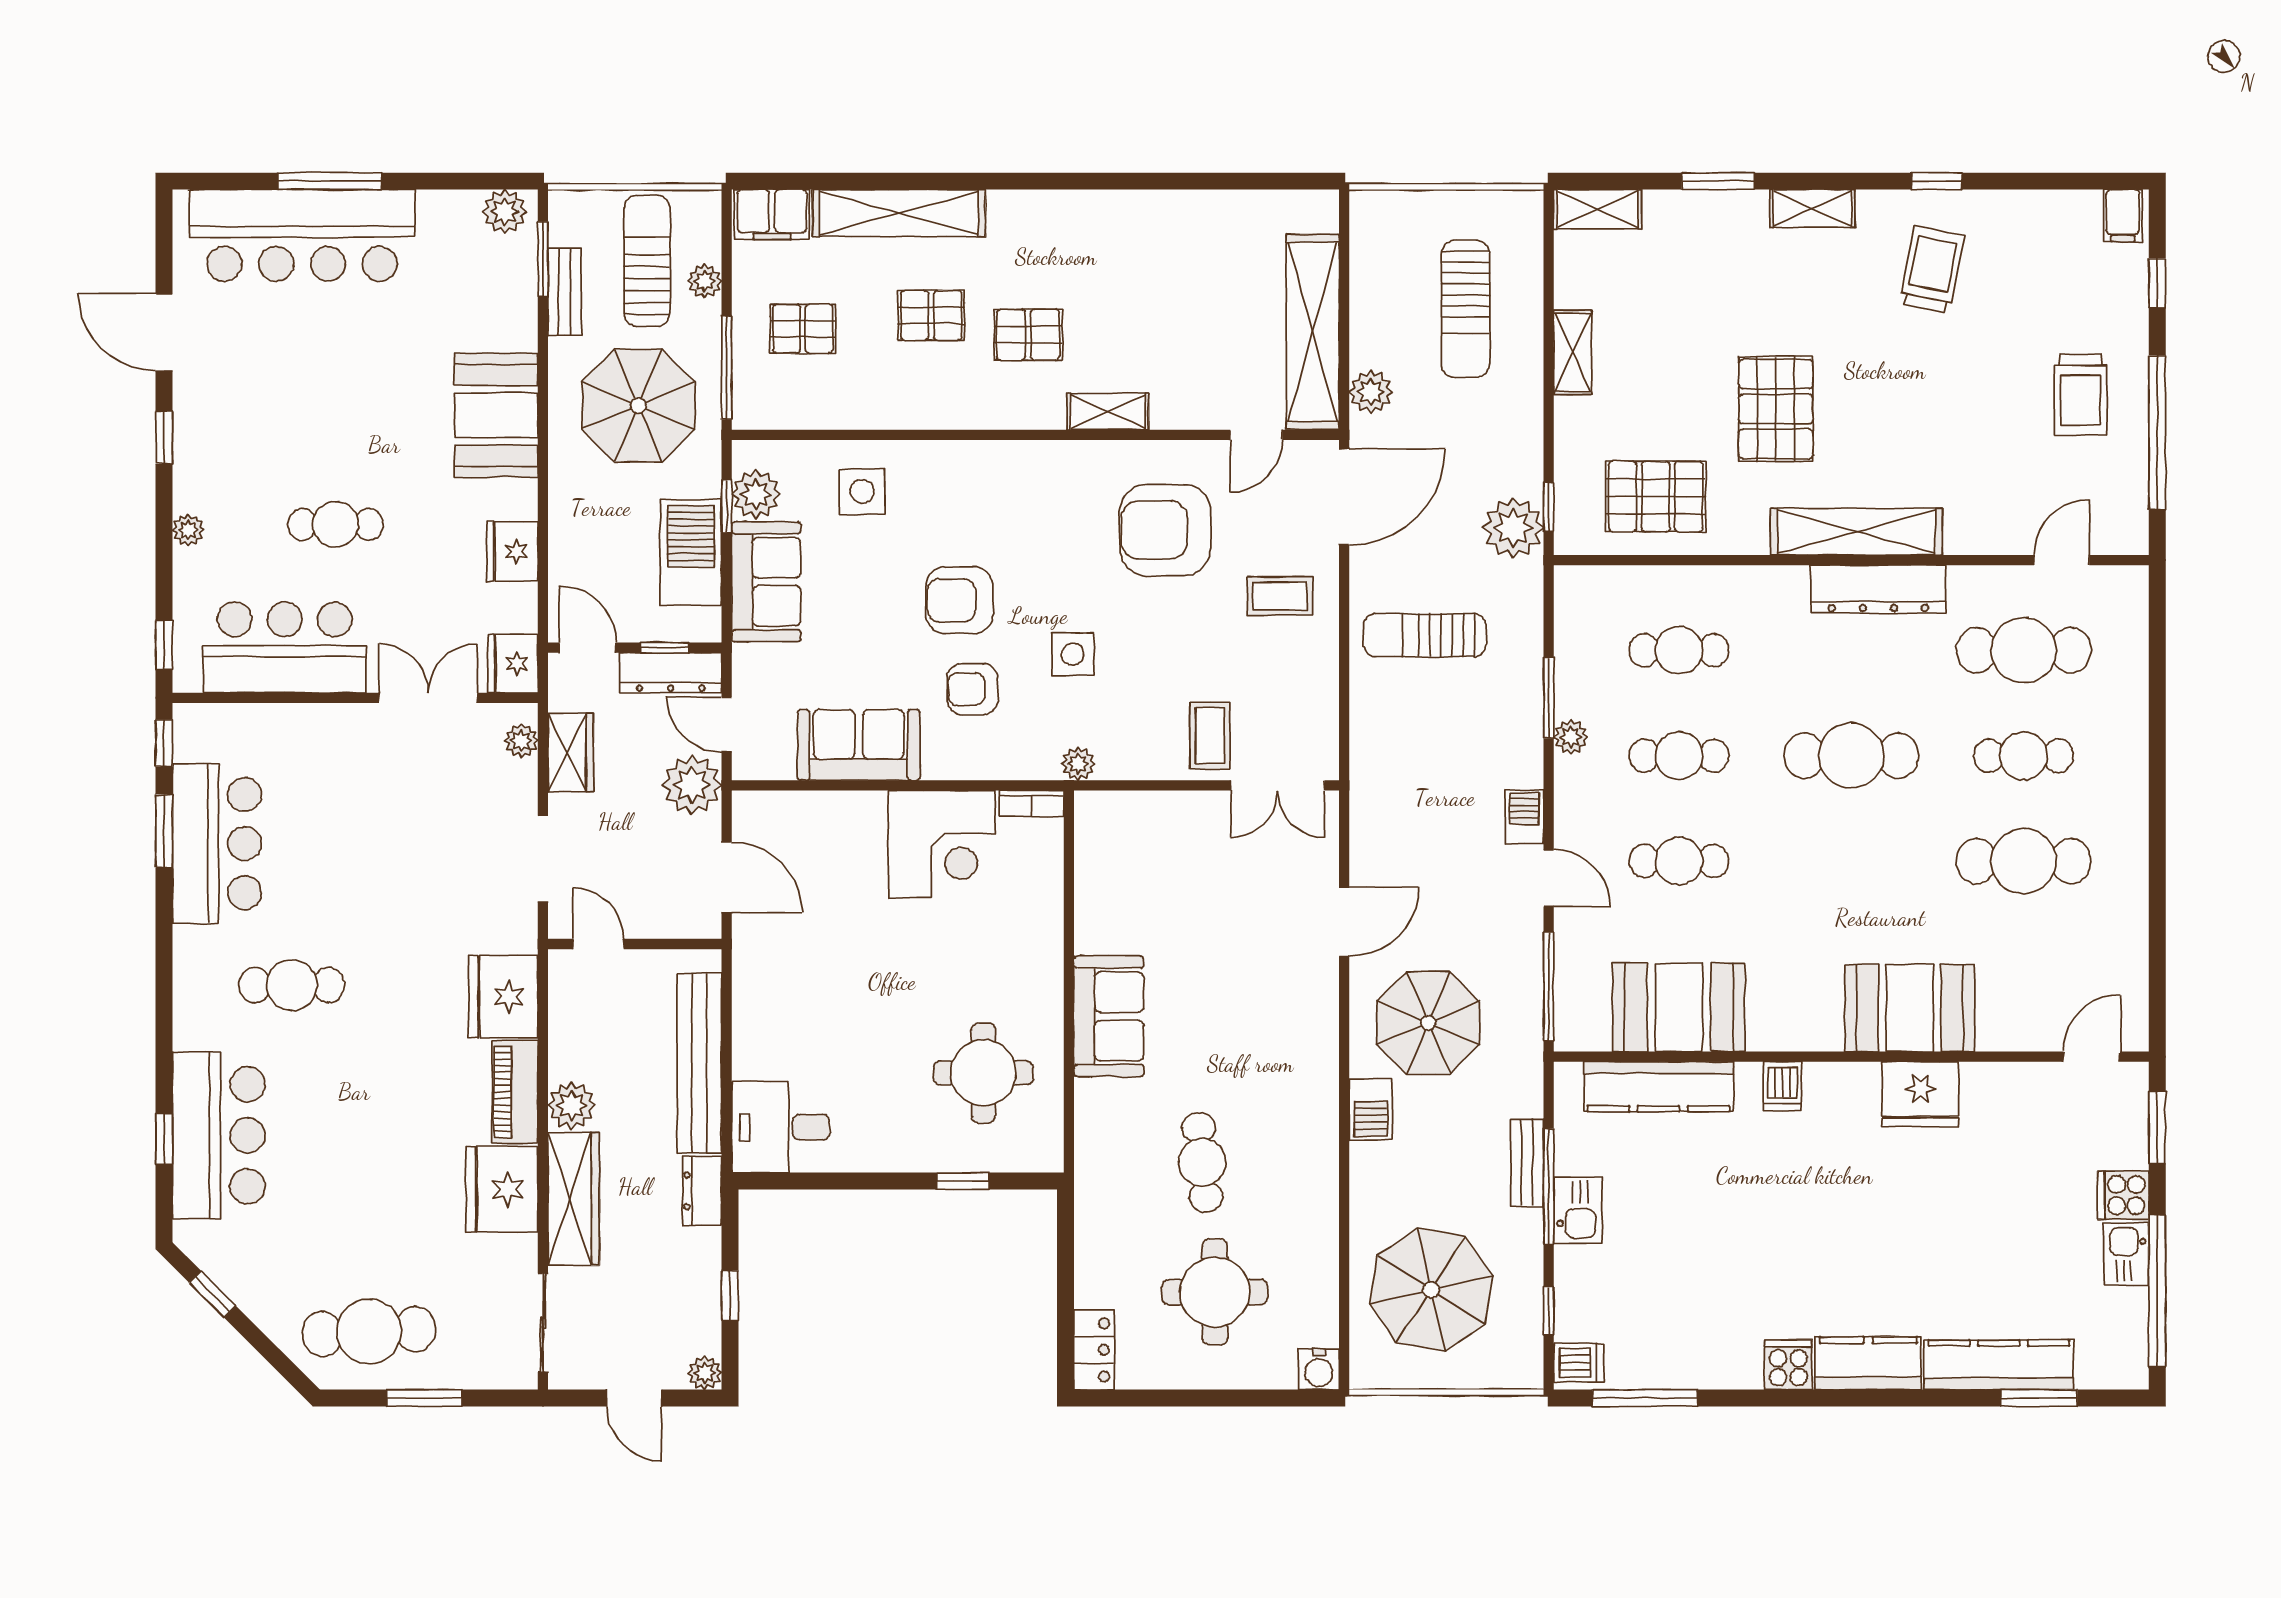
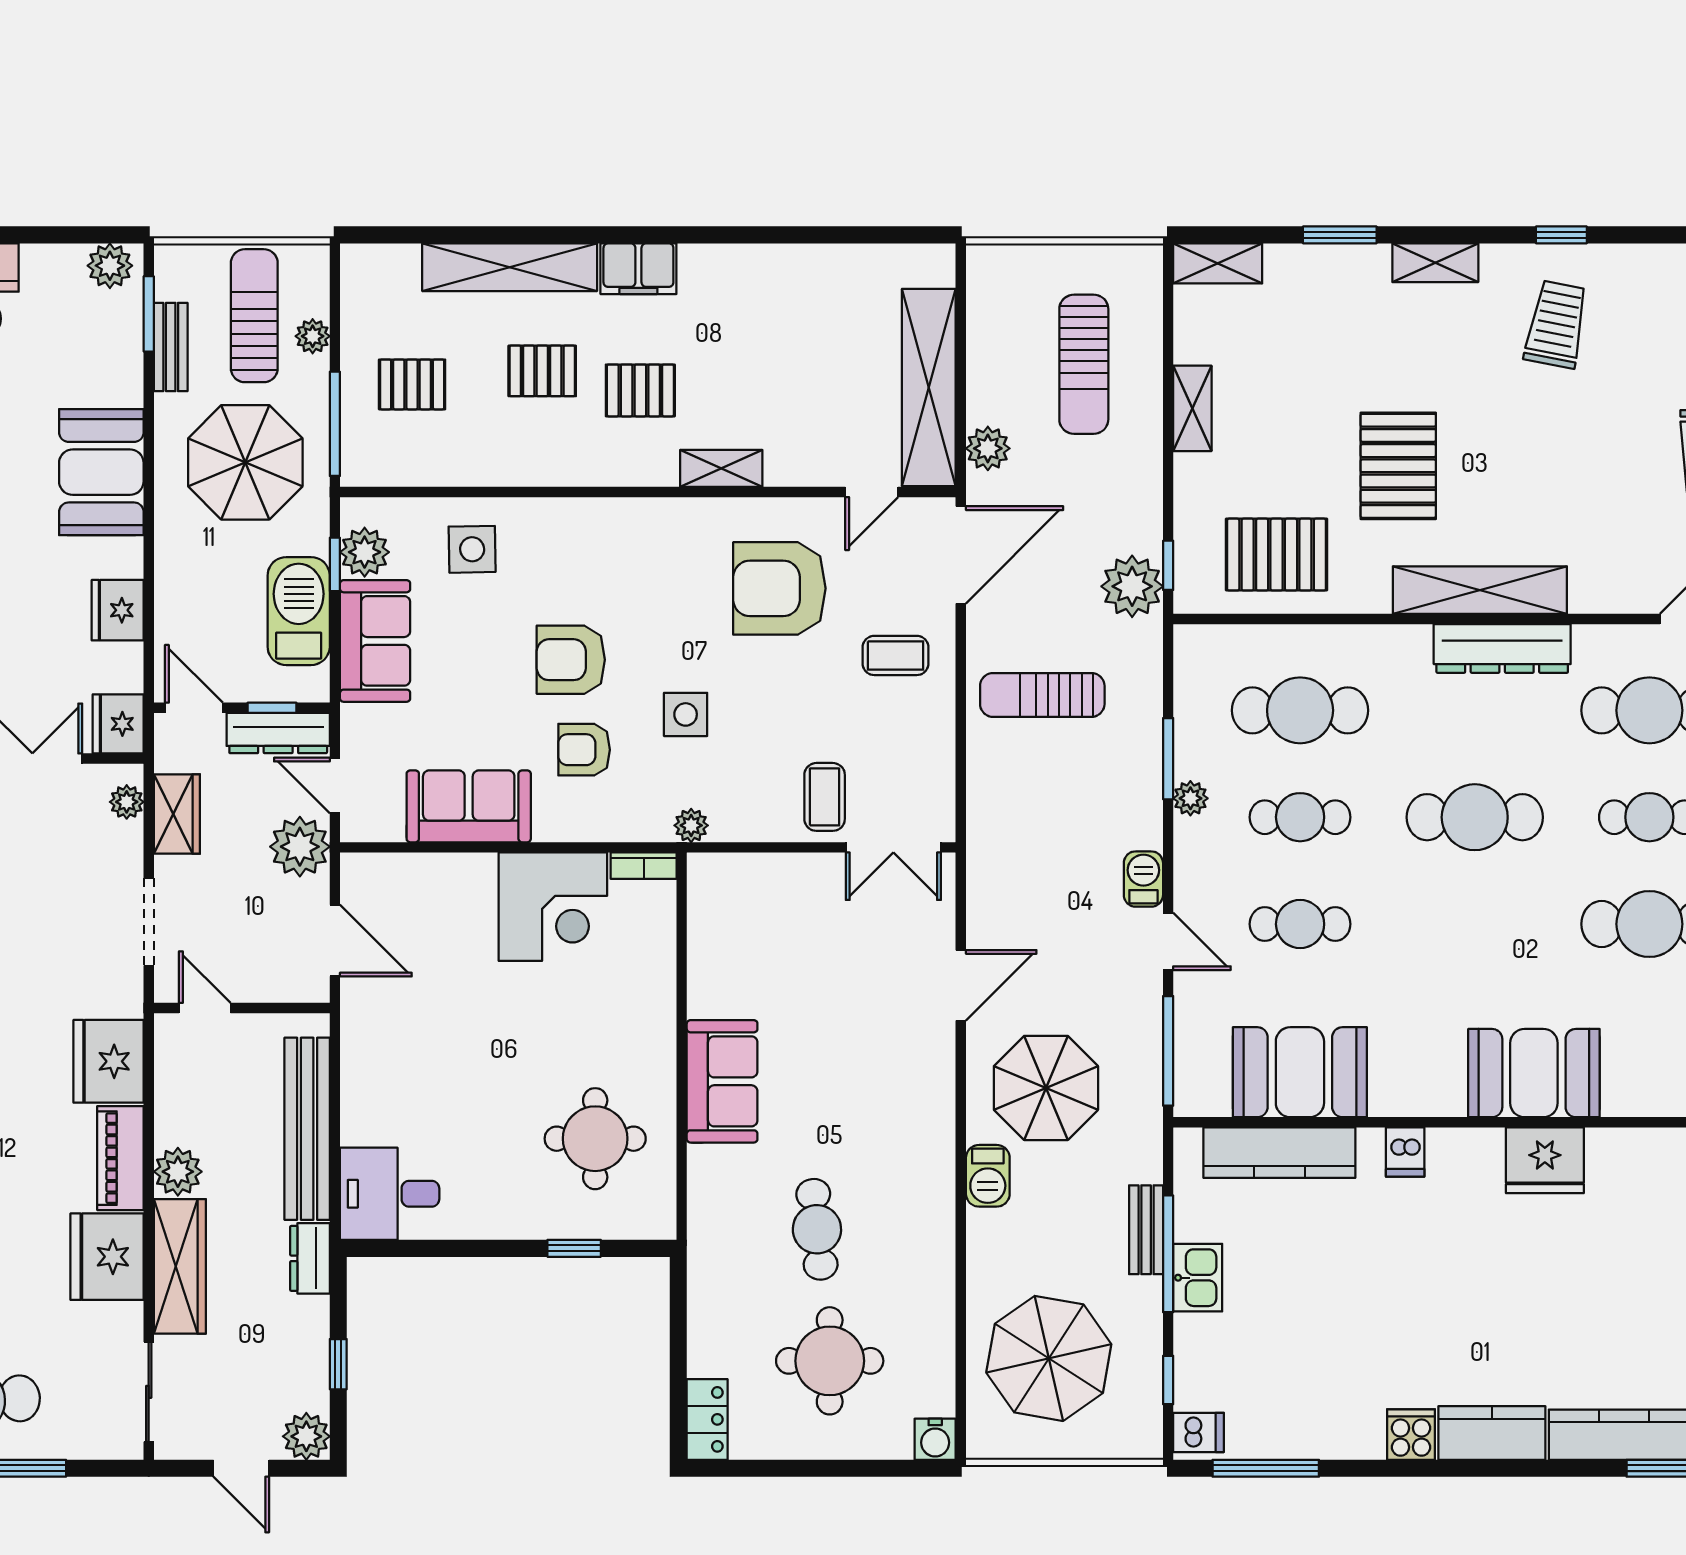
filing cabinet: (772, 215) -> (638, 269), moved
cafe table: (1679, 650) -> (1300, 710), width x1.37, depth x1.35
plant: (705, 1373) -> (306, 1436), width x1.38, depth x1.38

